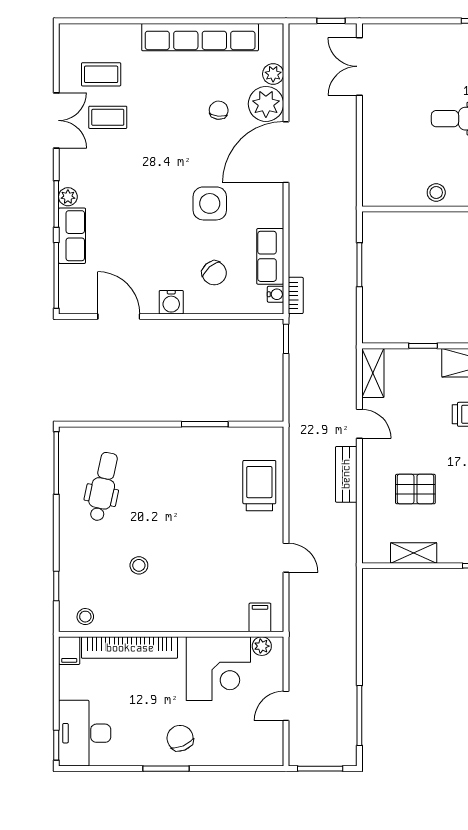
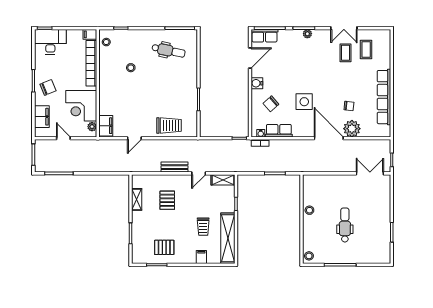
plant: (273, 74) -> (366, 132), removed
row of seats: (72, 236) -> (265, 36), moved
filing cabinet: (260, 617) -> (106, 126), width x2.00
filing cabinet: (241, 751) -> (42, 117), added

